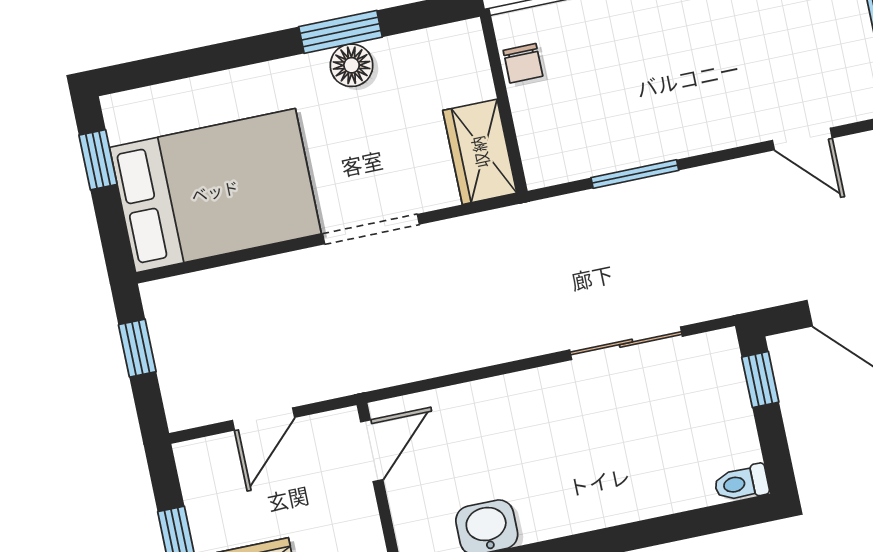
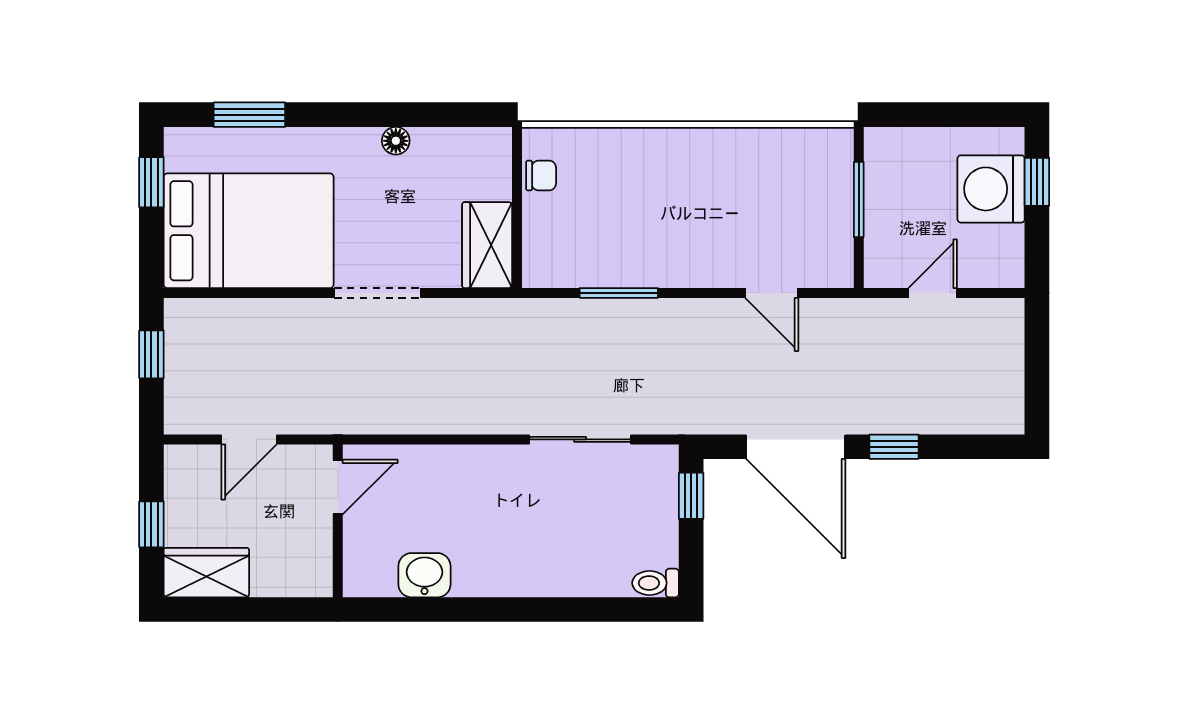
window: (340, 32) -> (249, 115), moved
chair: (523, 63) -> (541, 175), turned -90
floor lamp: (352, 65) -> (396, 141), width x0.73, depth x0.73

